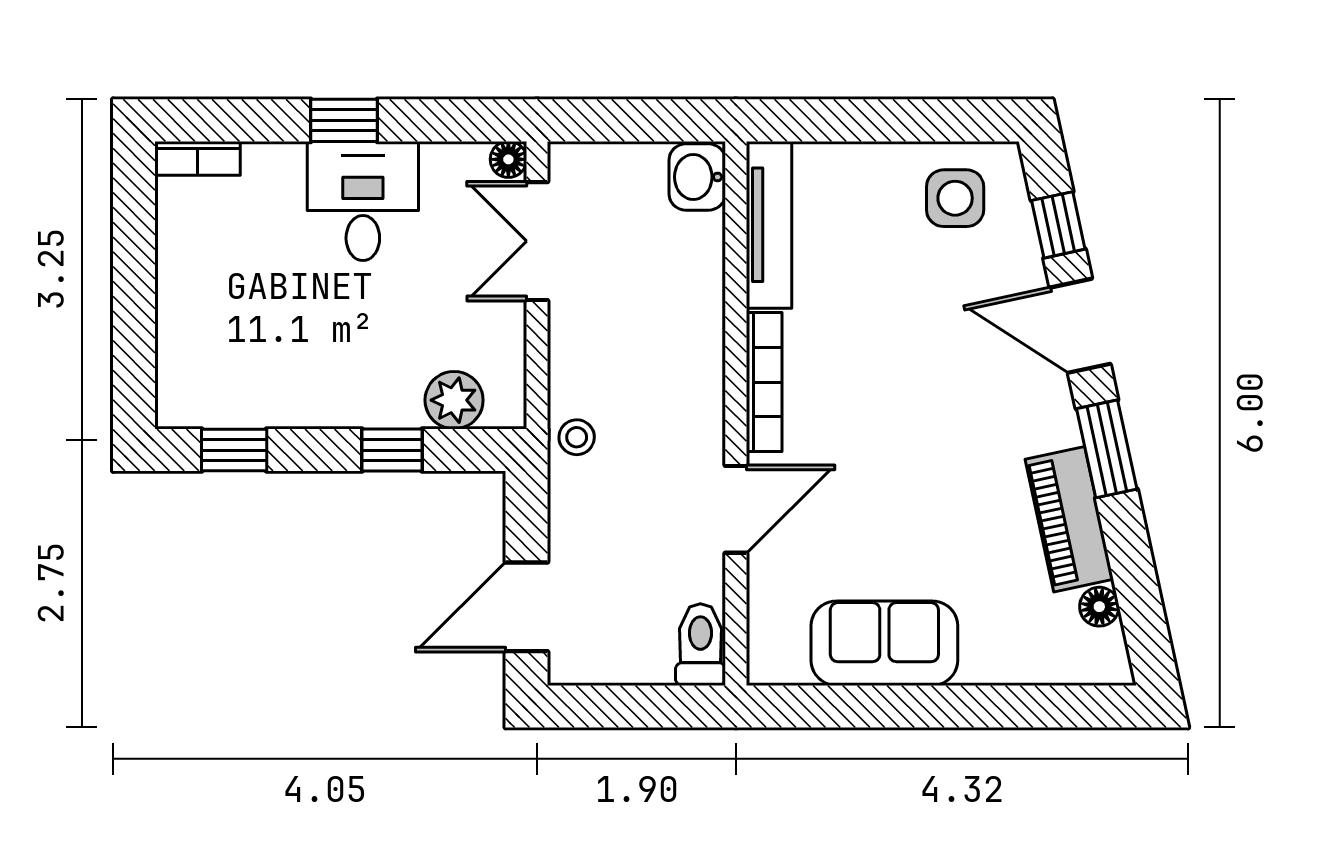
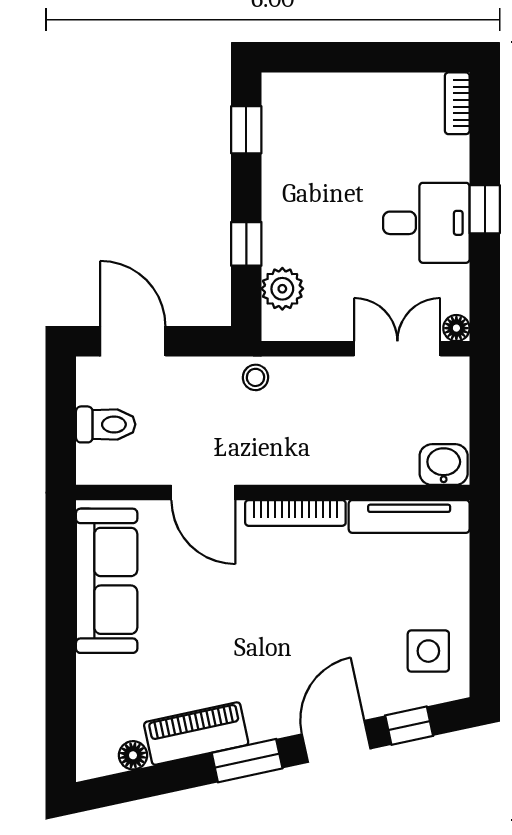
sofa: (884, 643) -> (107, 581), width x1.36
toilet: (700, 645) -> (106, 424), moved

